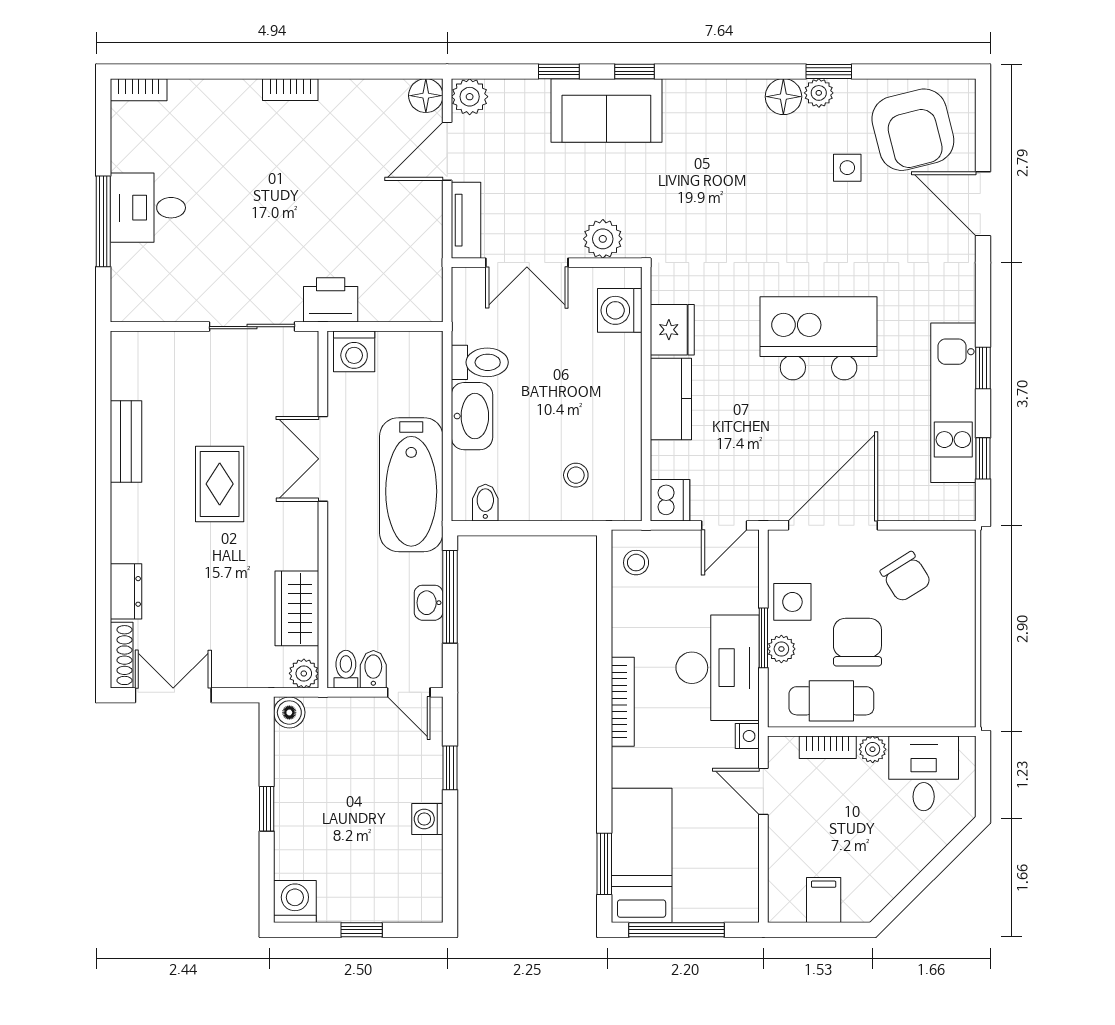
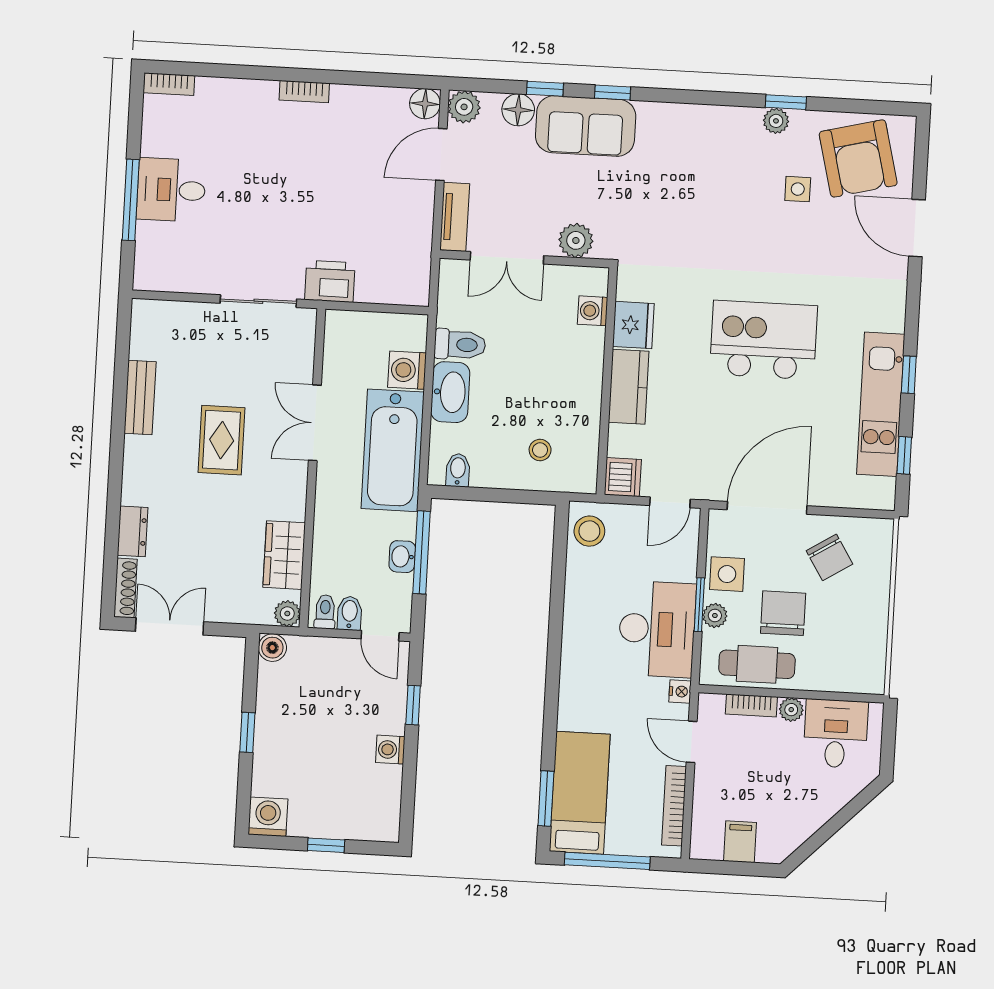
floor lamp: (783, 97) -> (518, 110), moved
washing machine: (620, 310) -> (593, 311), width x0.73, depth x0.73
washing machine: (354, 351) -> (407, 370), moved, turned 90
stool: (636, 563) -> (589, 531), width x1.37, depth x1.37
bookcase: (623, 702) -> (674, 806), moved, turned 180

